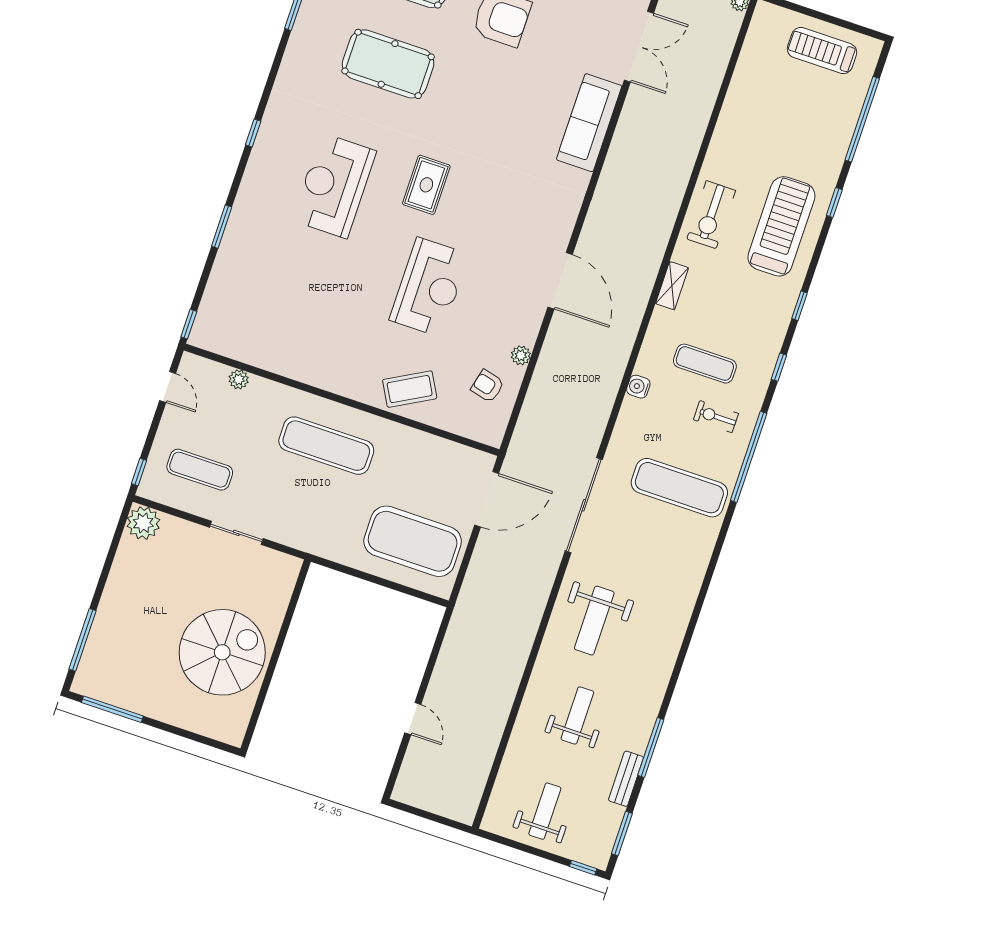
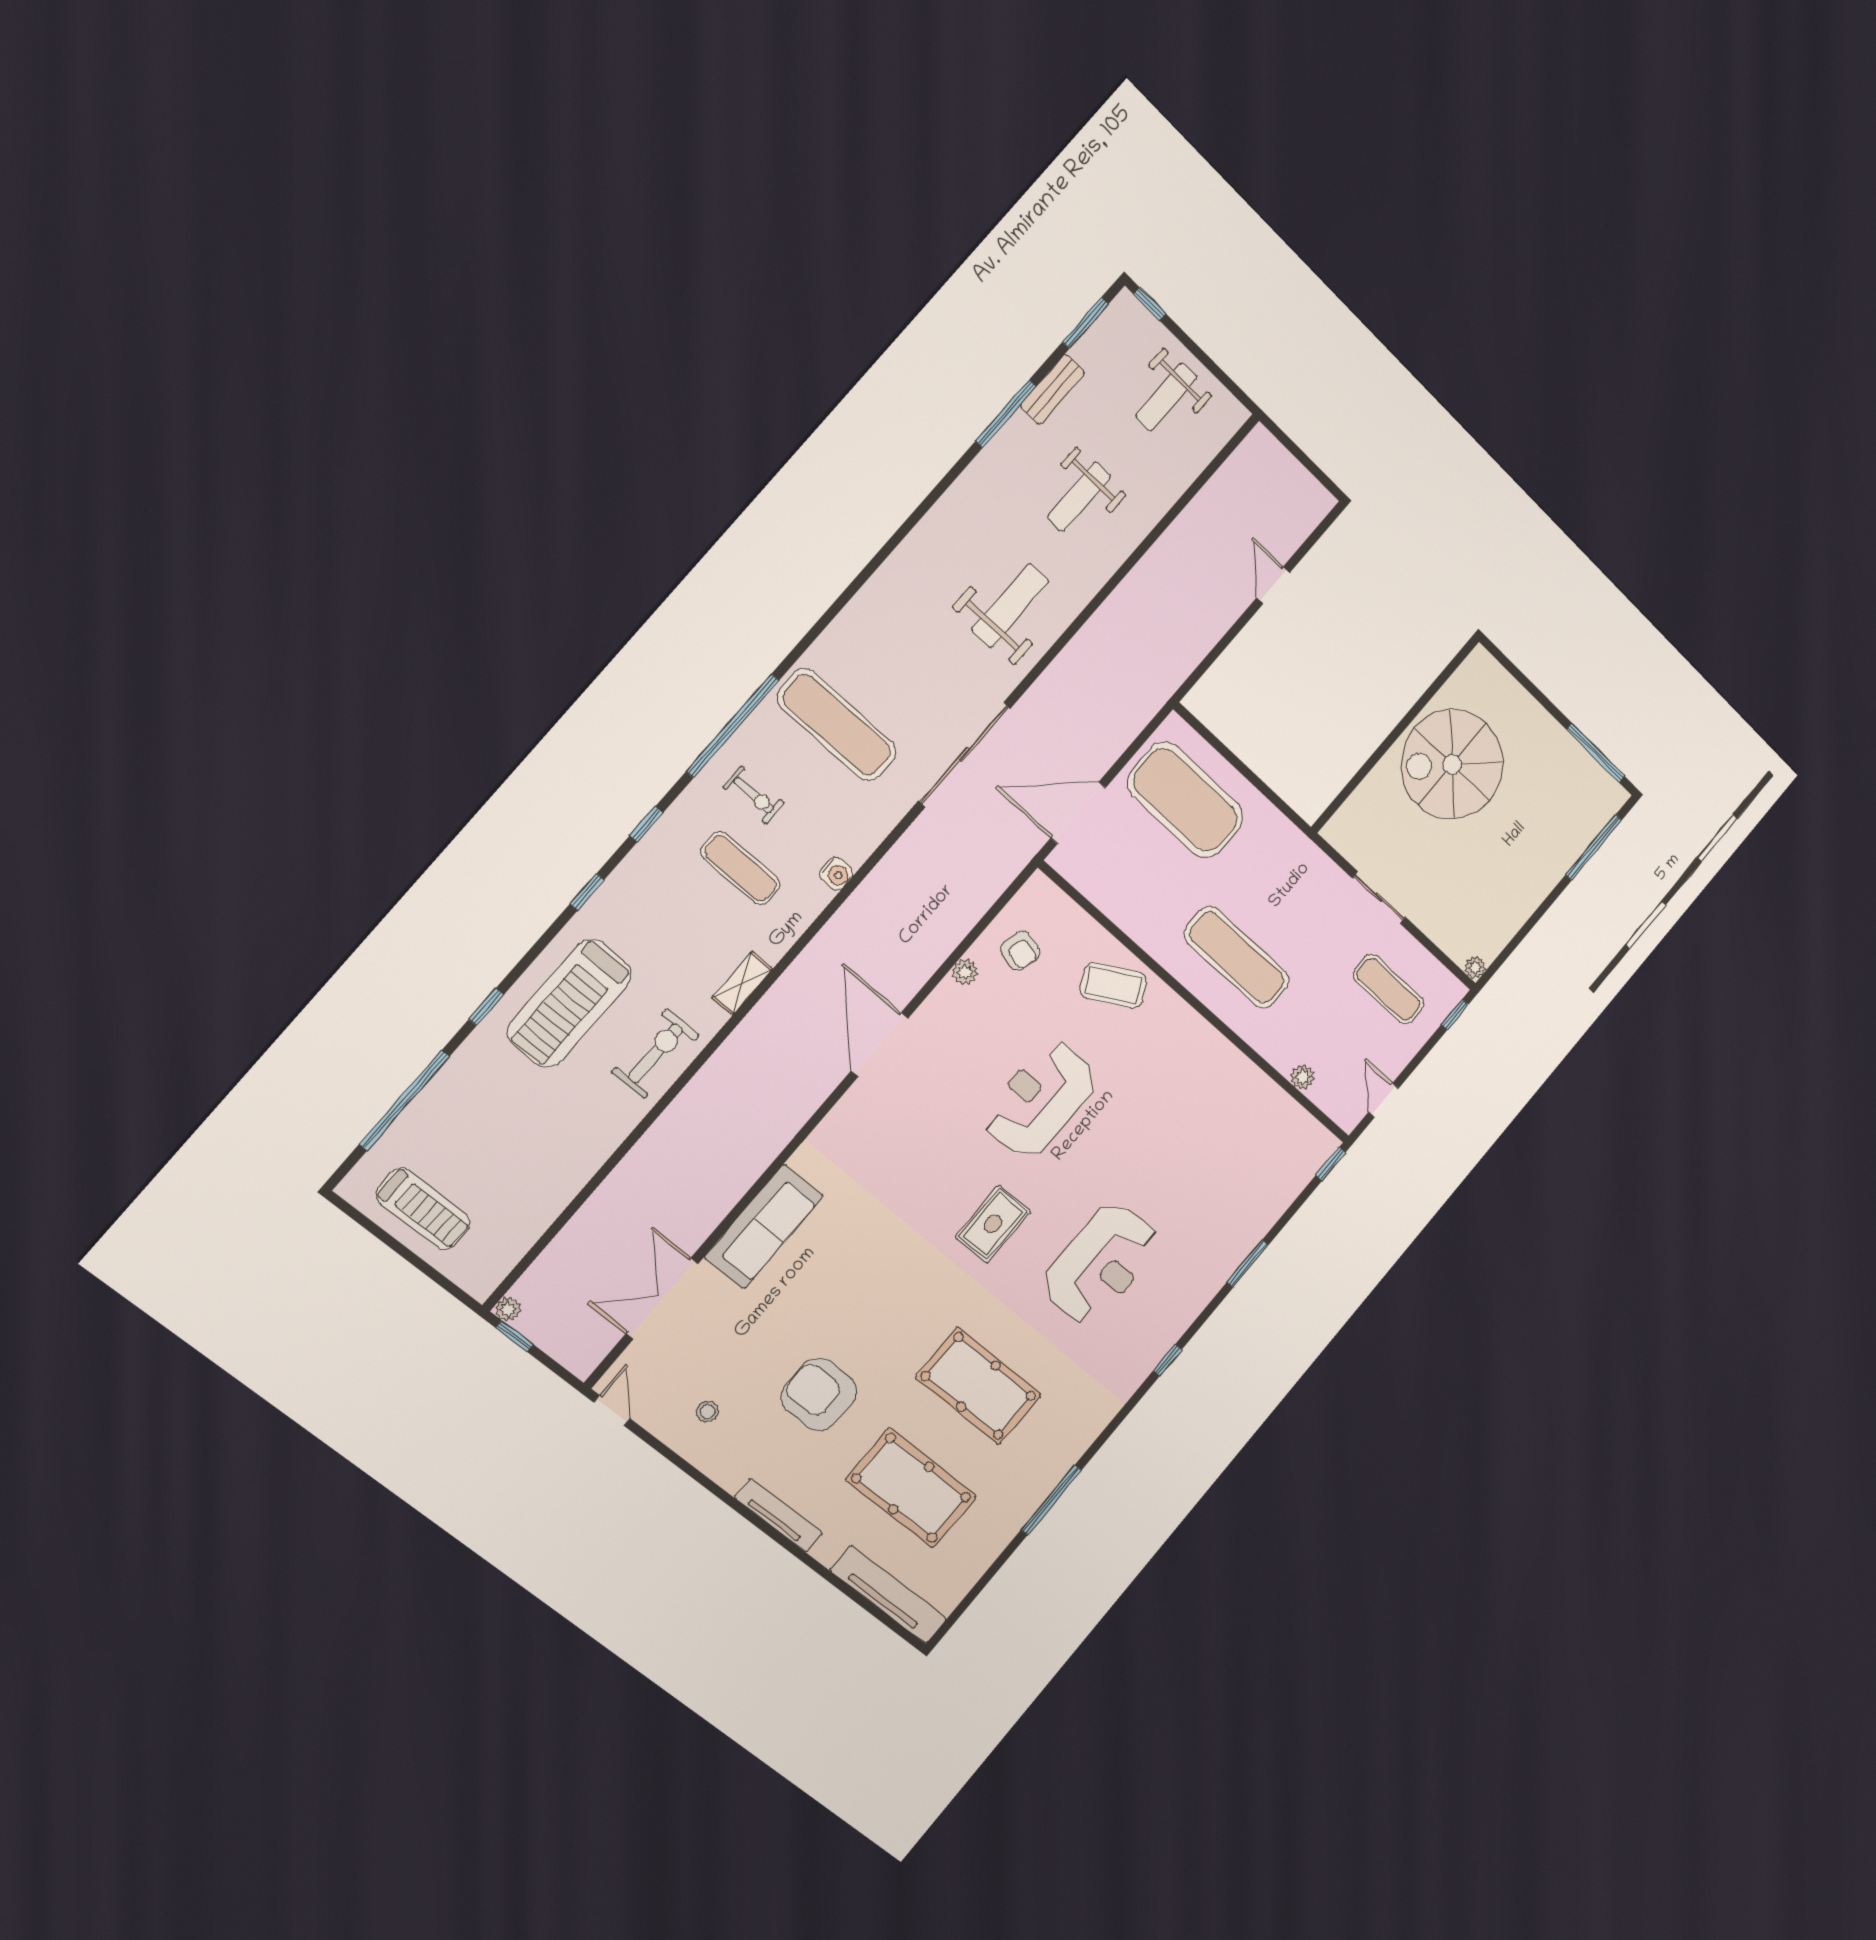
plant: (143, 523) -> (1475, 967), width x0.53, depth x0.53

